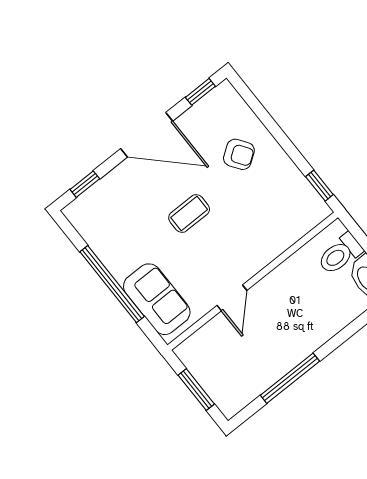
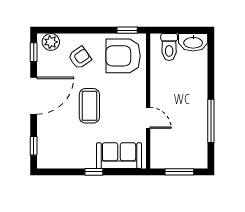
plant: (230, 103) -> (51, 42), added
armchair: (284, 206) -> (123, 56), added
coffee table: (189, 214) -> (89, 106), width x1.36, depth x1.30
window: (112, 284) -> (94, 172), width x0.32

